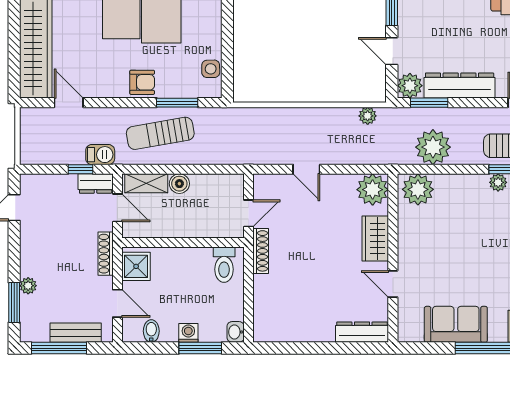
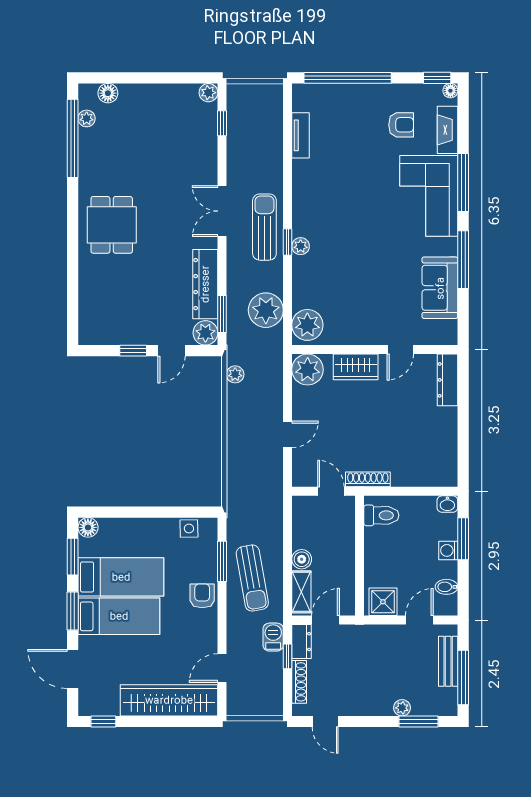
shoe rack: (106, 254) -> (299, 682), moved, turned -90

